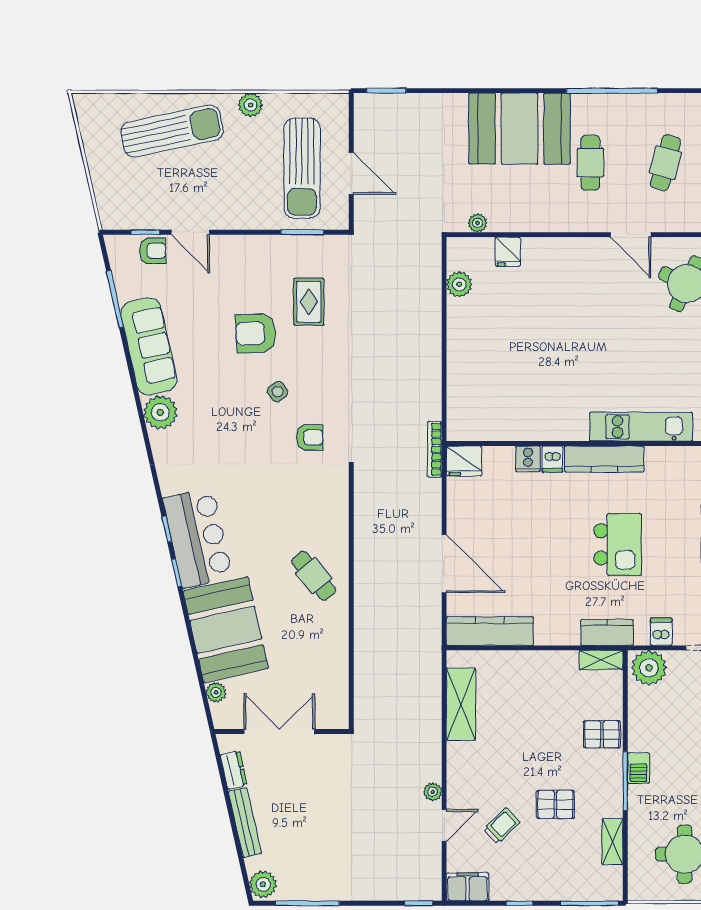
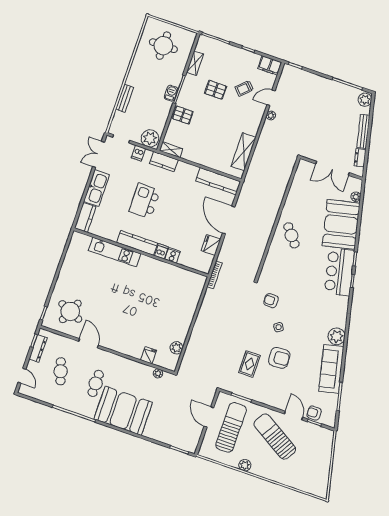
sun lounger: (172, 131) -> (275, 437), moved, turned 43
cafe table: (665, 163) -> (61, 371), turned -33
fridge: (464, 461) -> (211, 245), moved, turned -90

